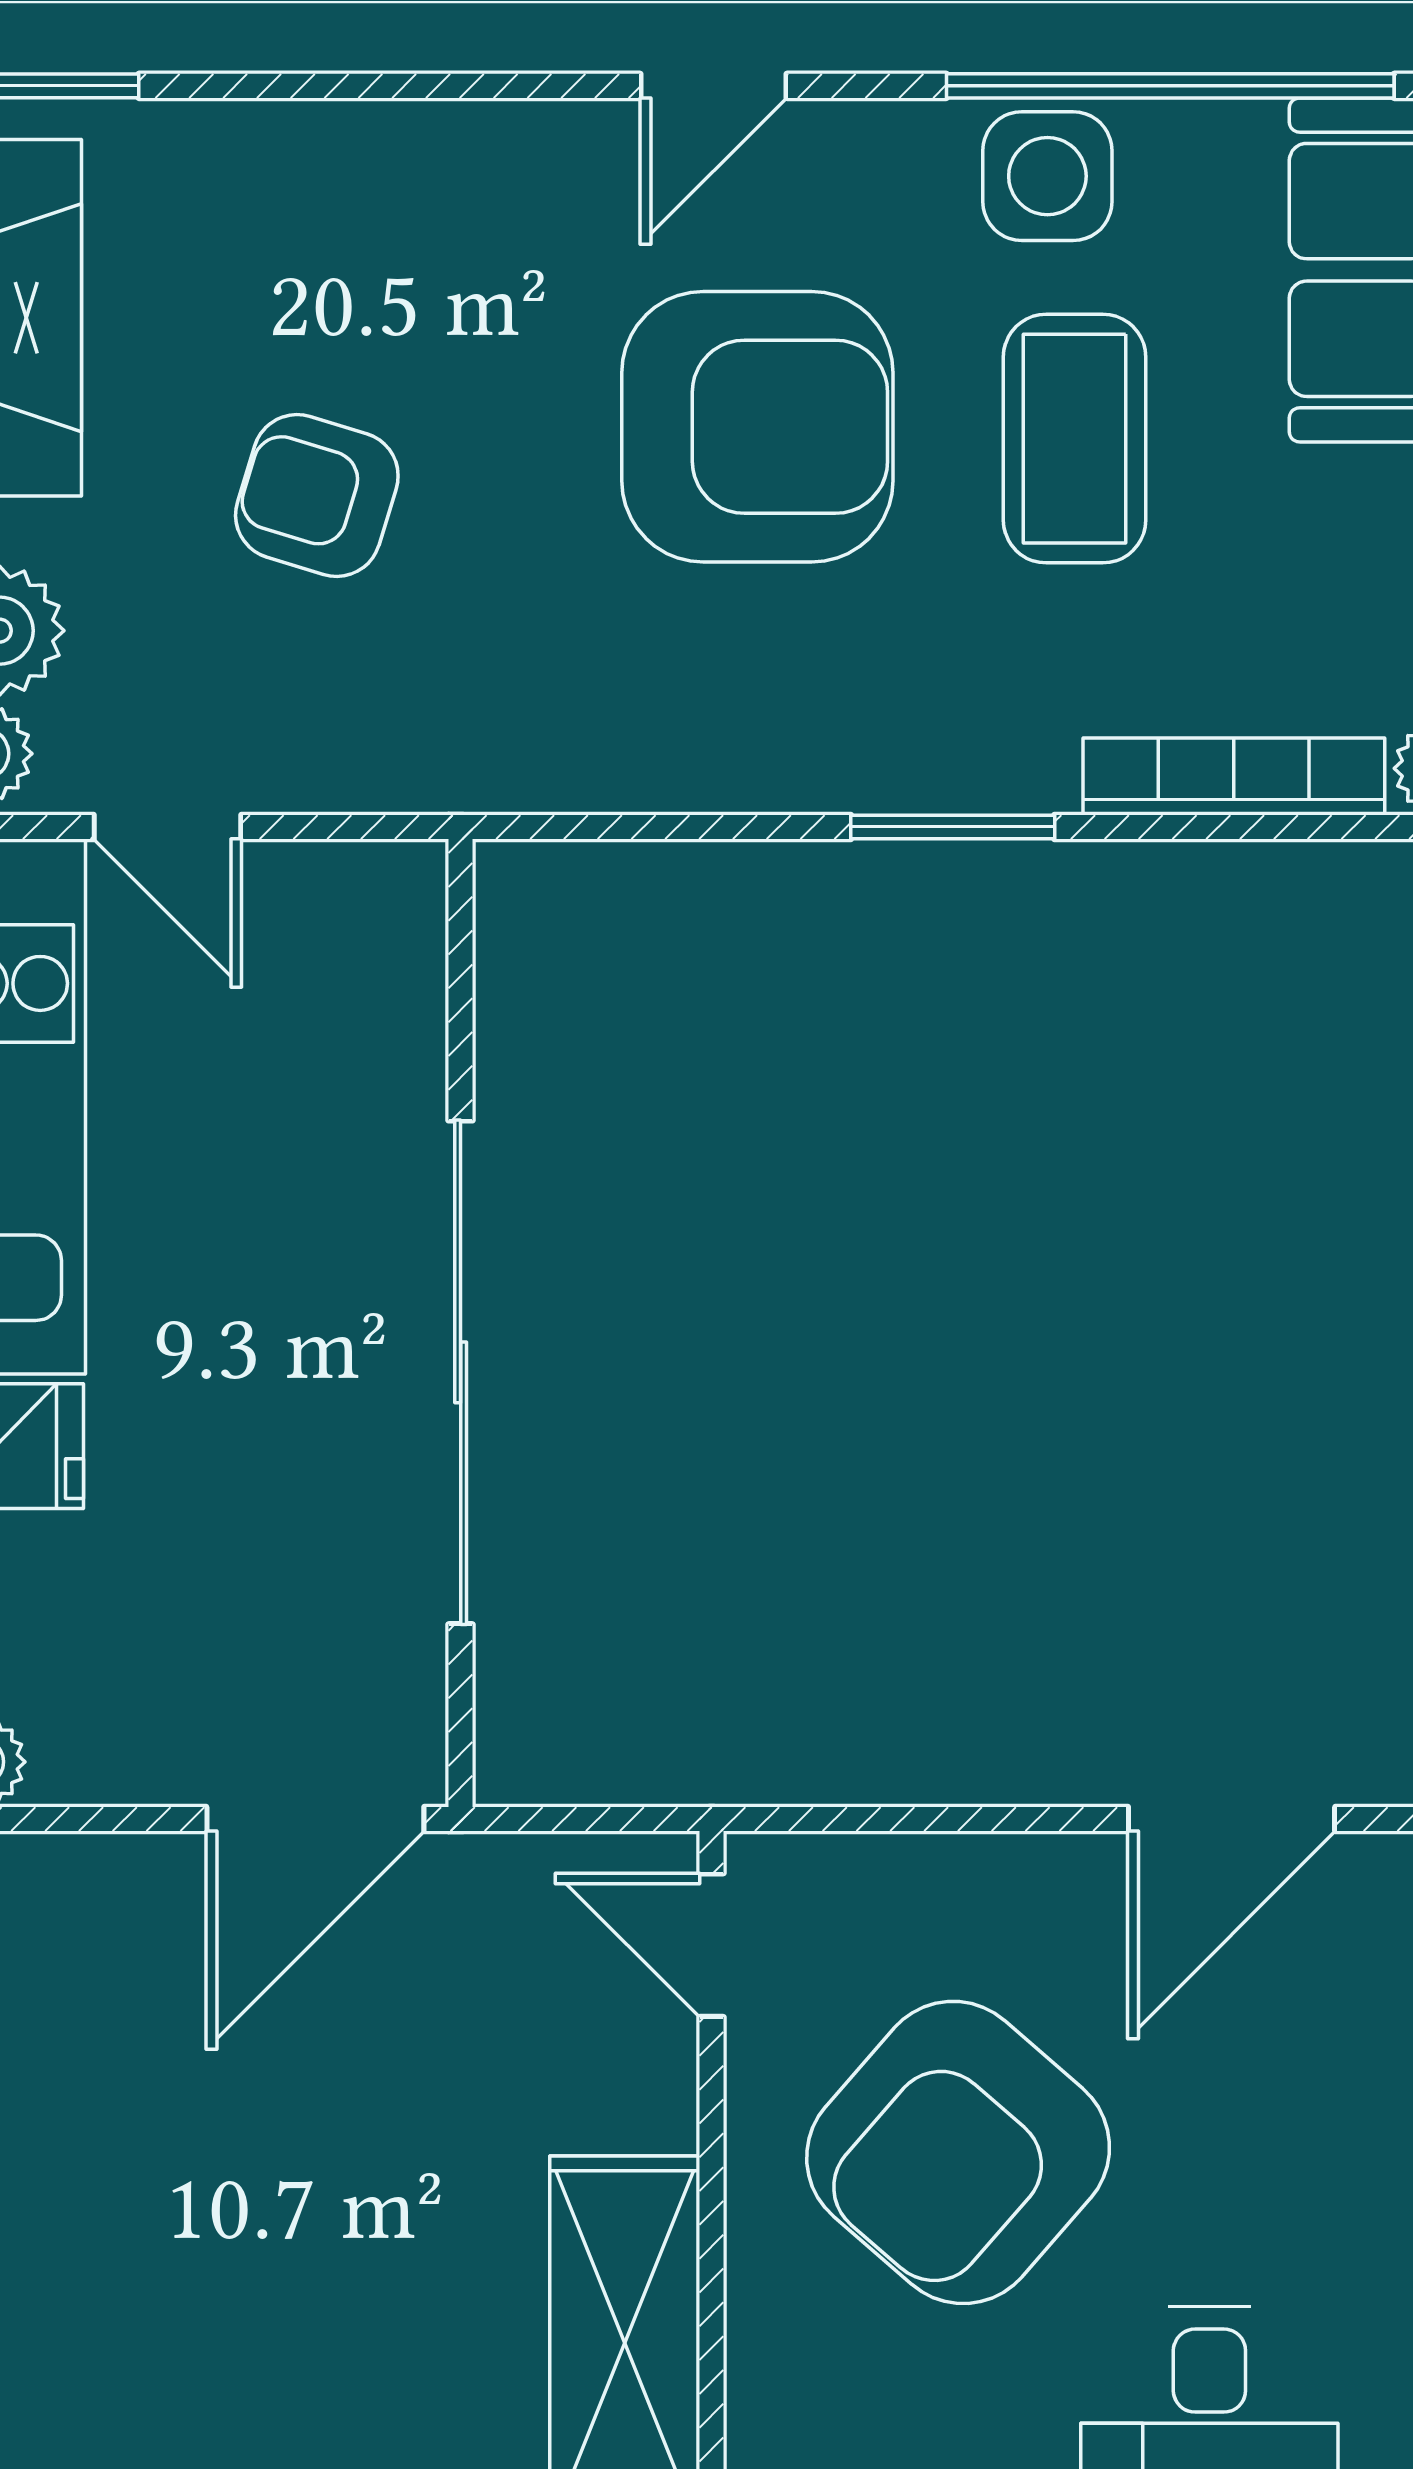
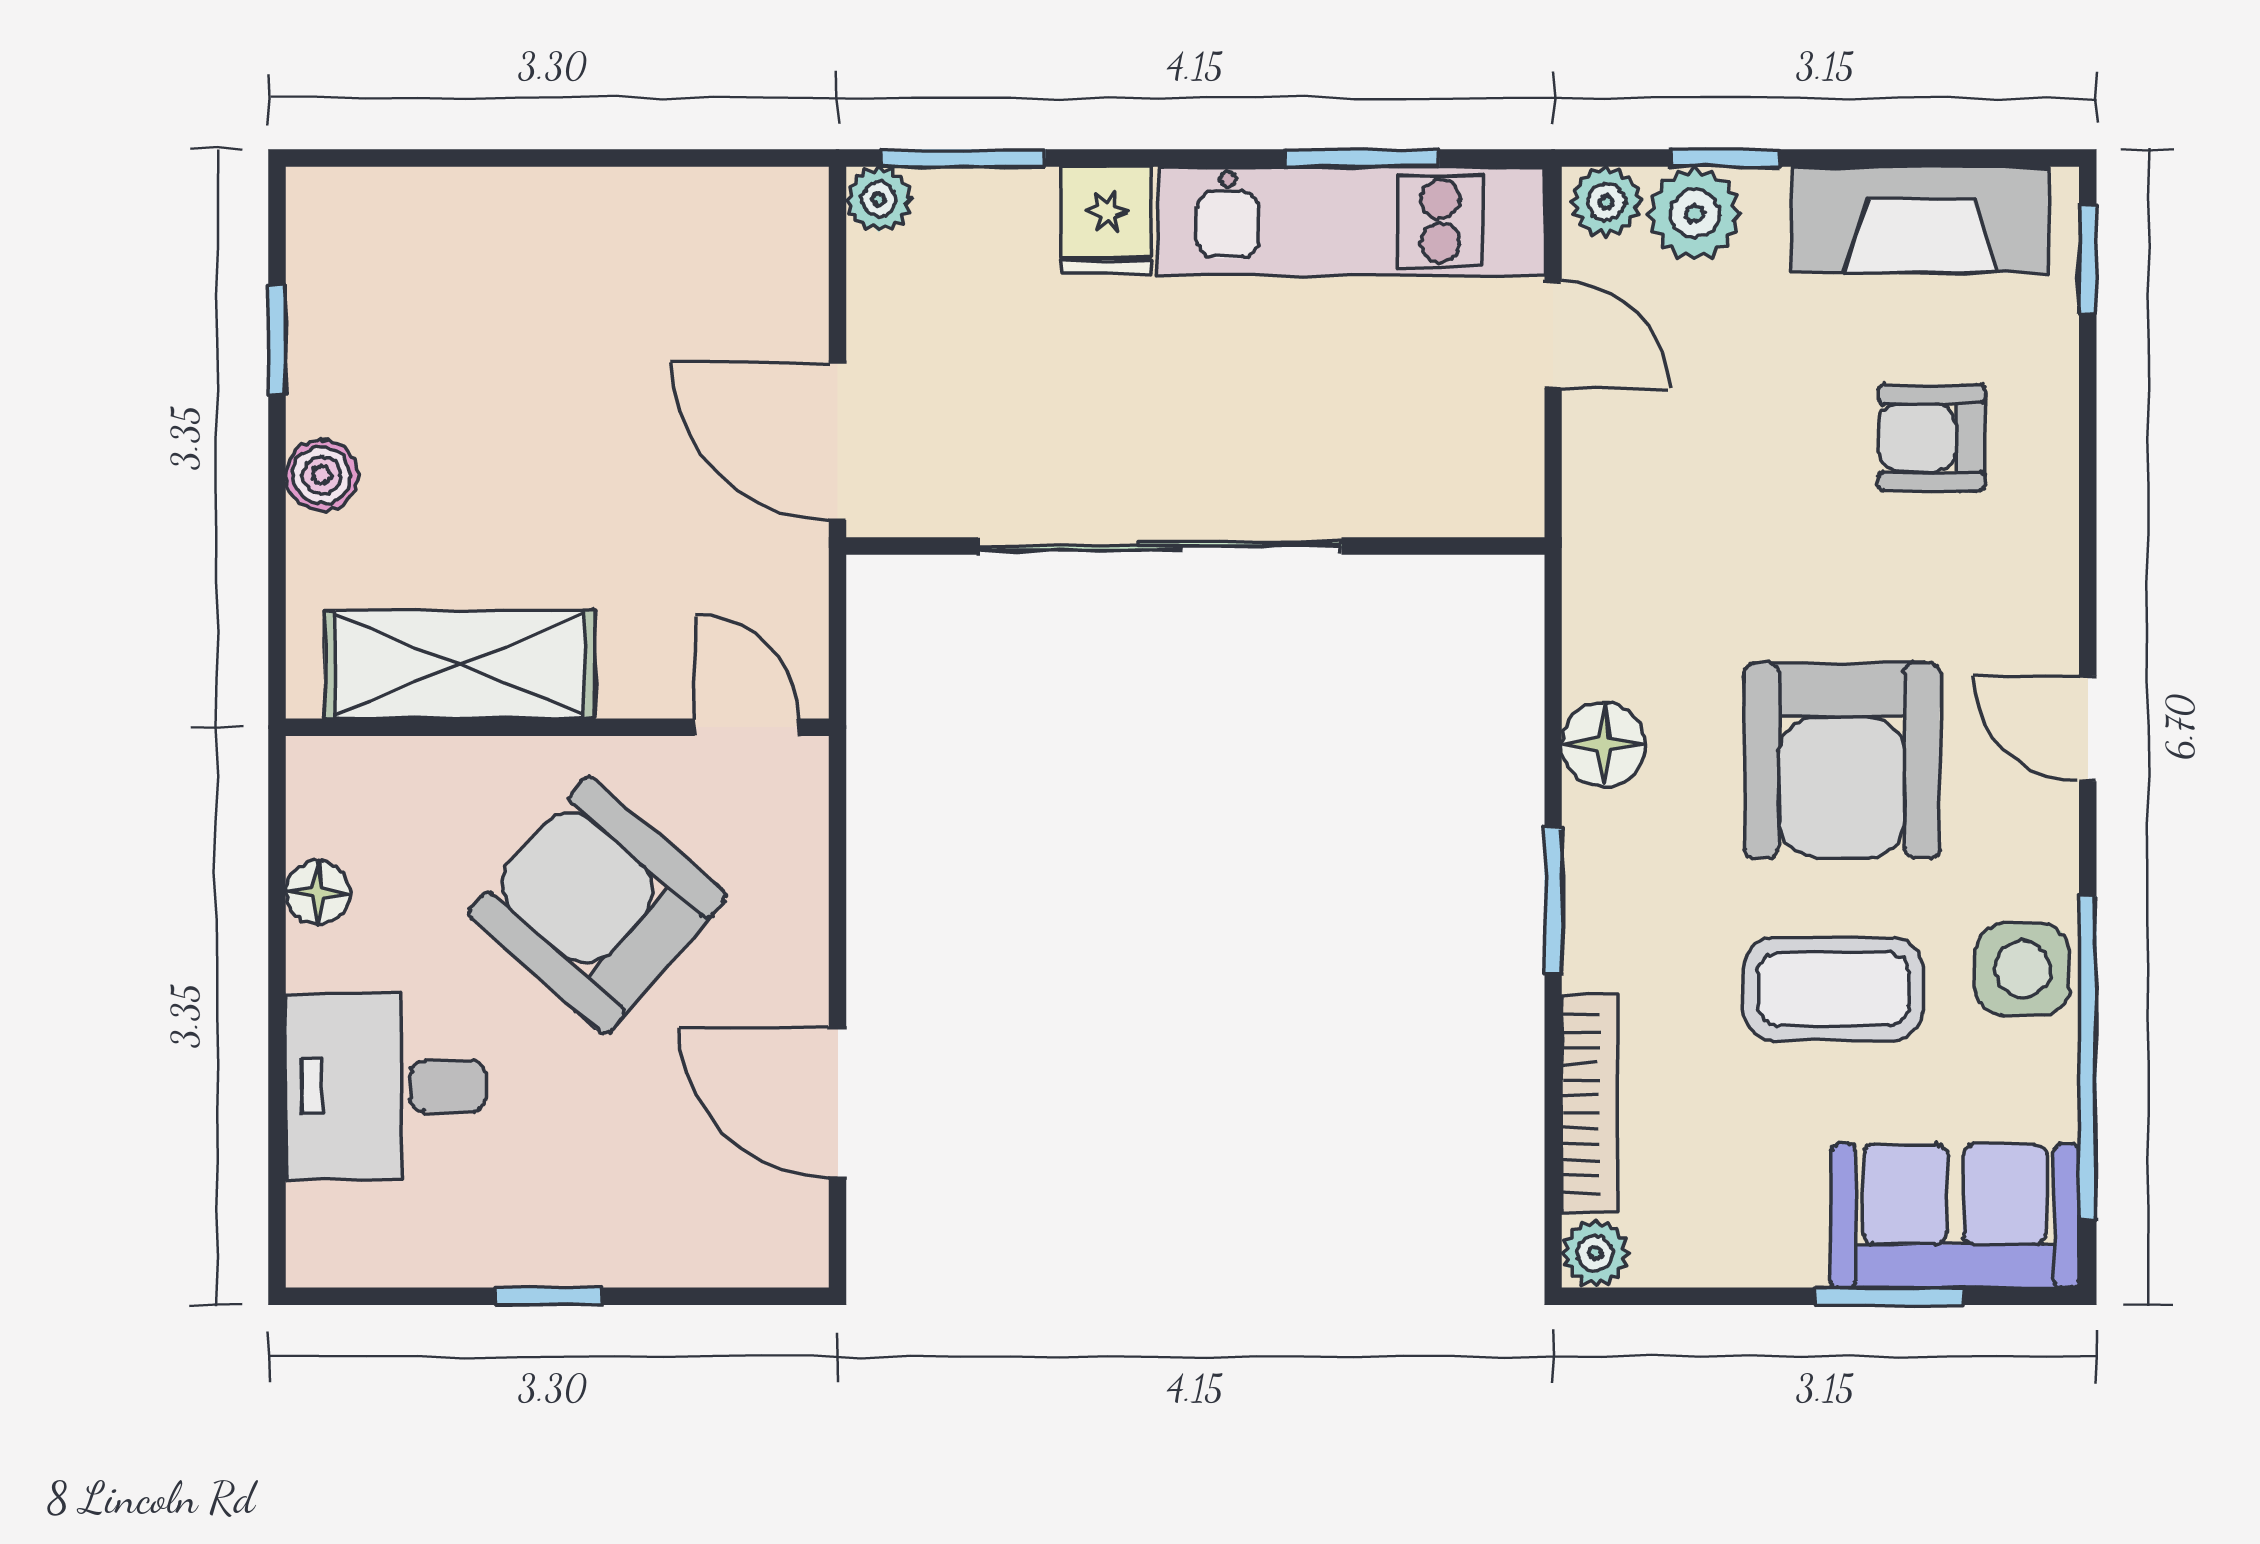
armchair: (317, 495) -> (1932, 438), moved, turned -107
floor lamp: (735, 757) -> (1604, 744), added
door: (168, 827) -> (1553, 335), swing flipped
door: (712, 1945) -> (747, 727), hinge flipped

